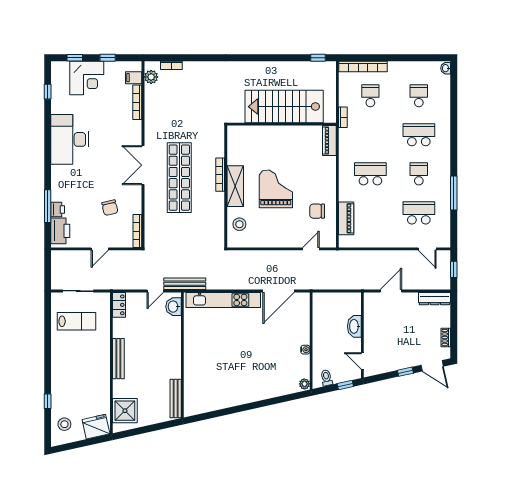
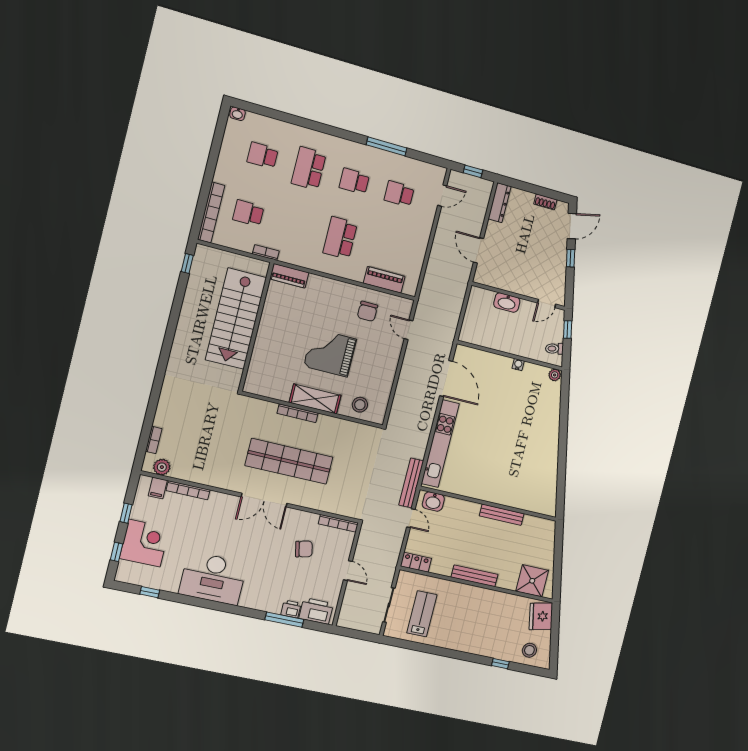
school desk: (419, 213) -> (399, 194), width x0.54
bench: (176, 398) -> (502, 515), moved

